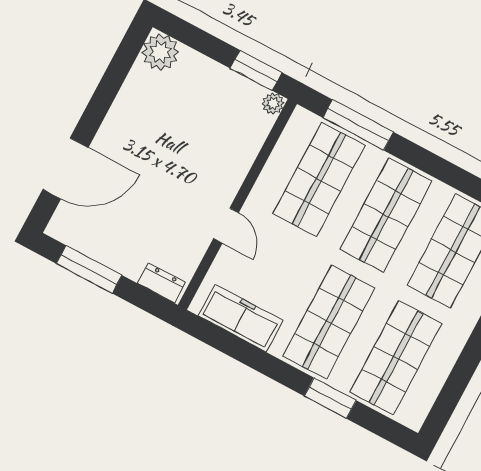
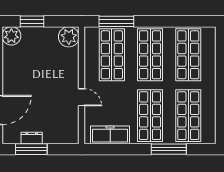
window: (256, 70) -> (32, 21), moved
plant: (273, 104) -> (69, 37), width x1.88, depth x1.88
dresser: (161, 283) -> (32, 138), moved
window: (330, 398) -> (169, 149), width x1.44

